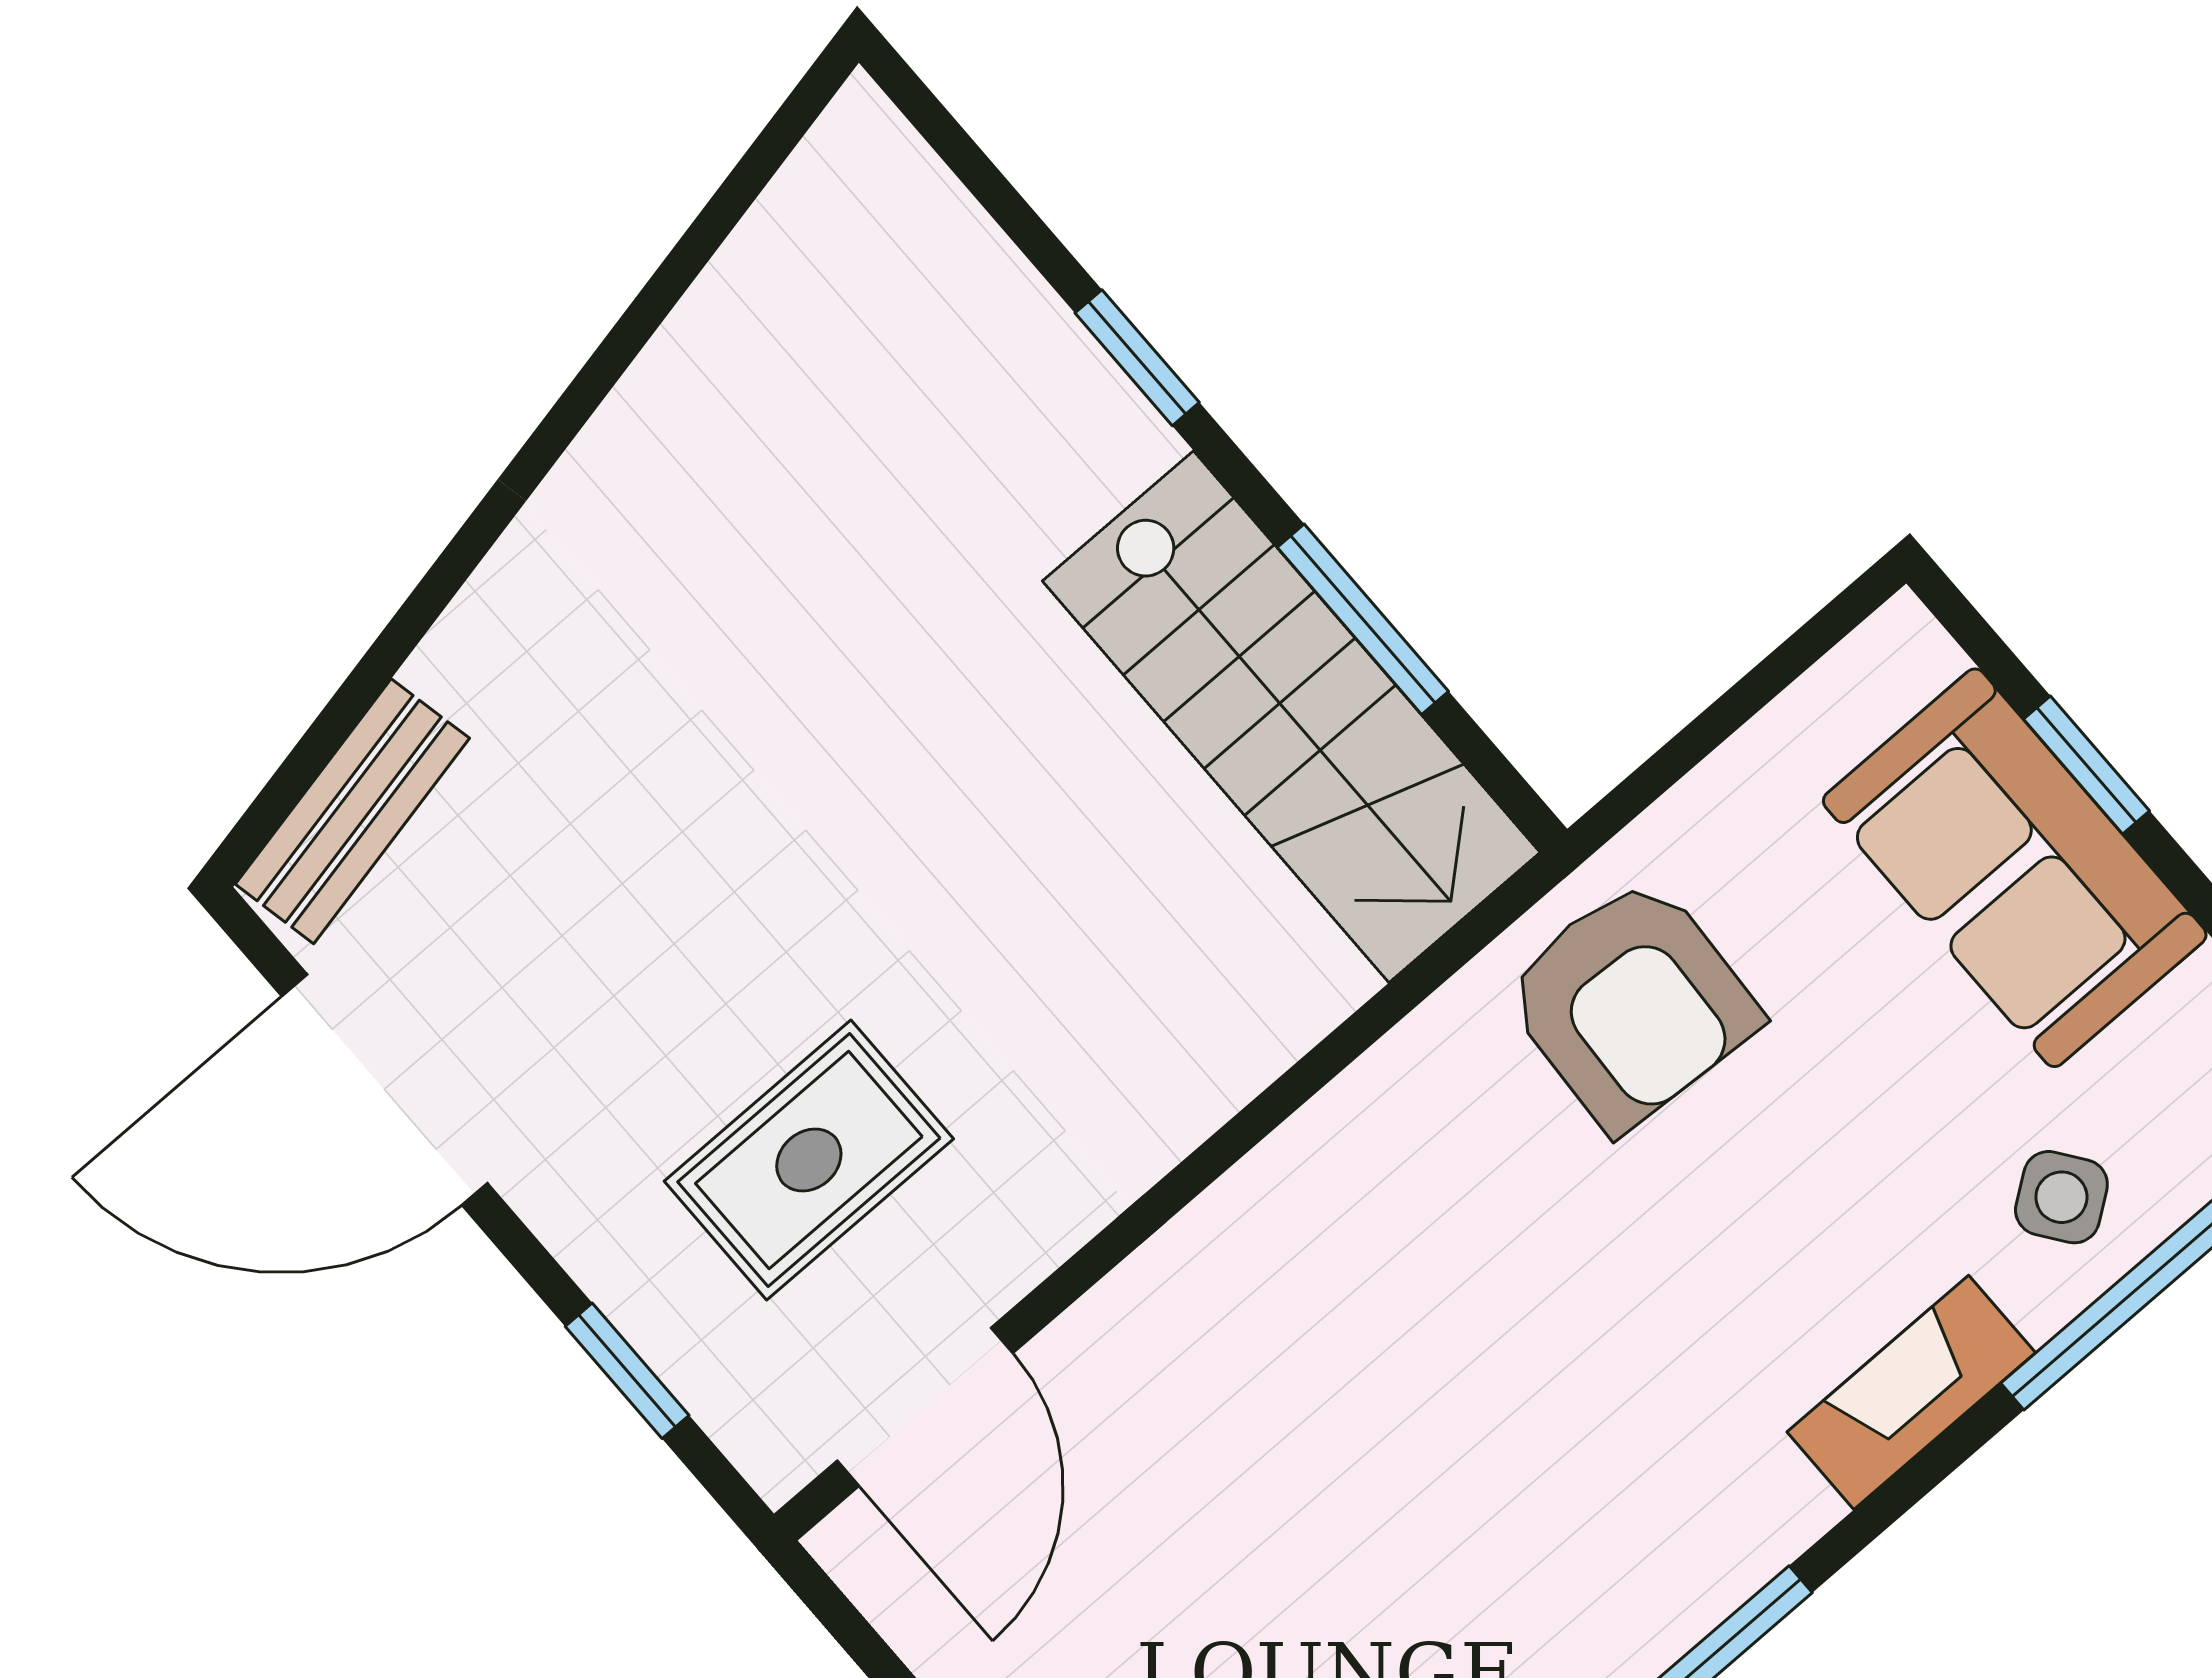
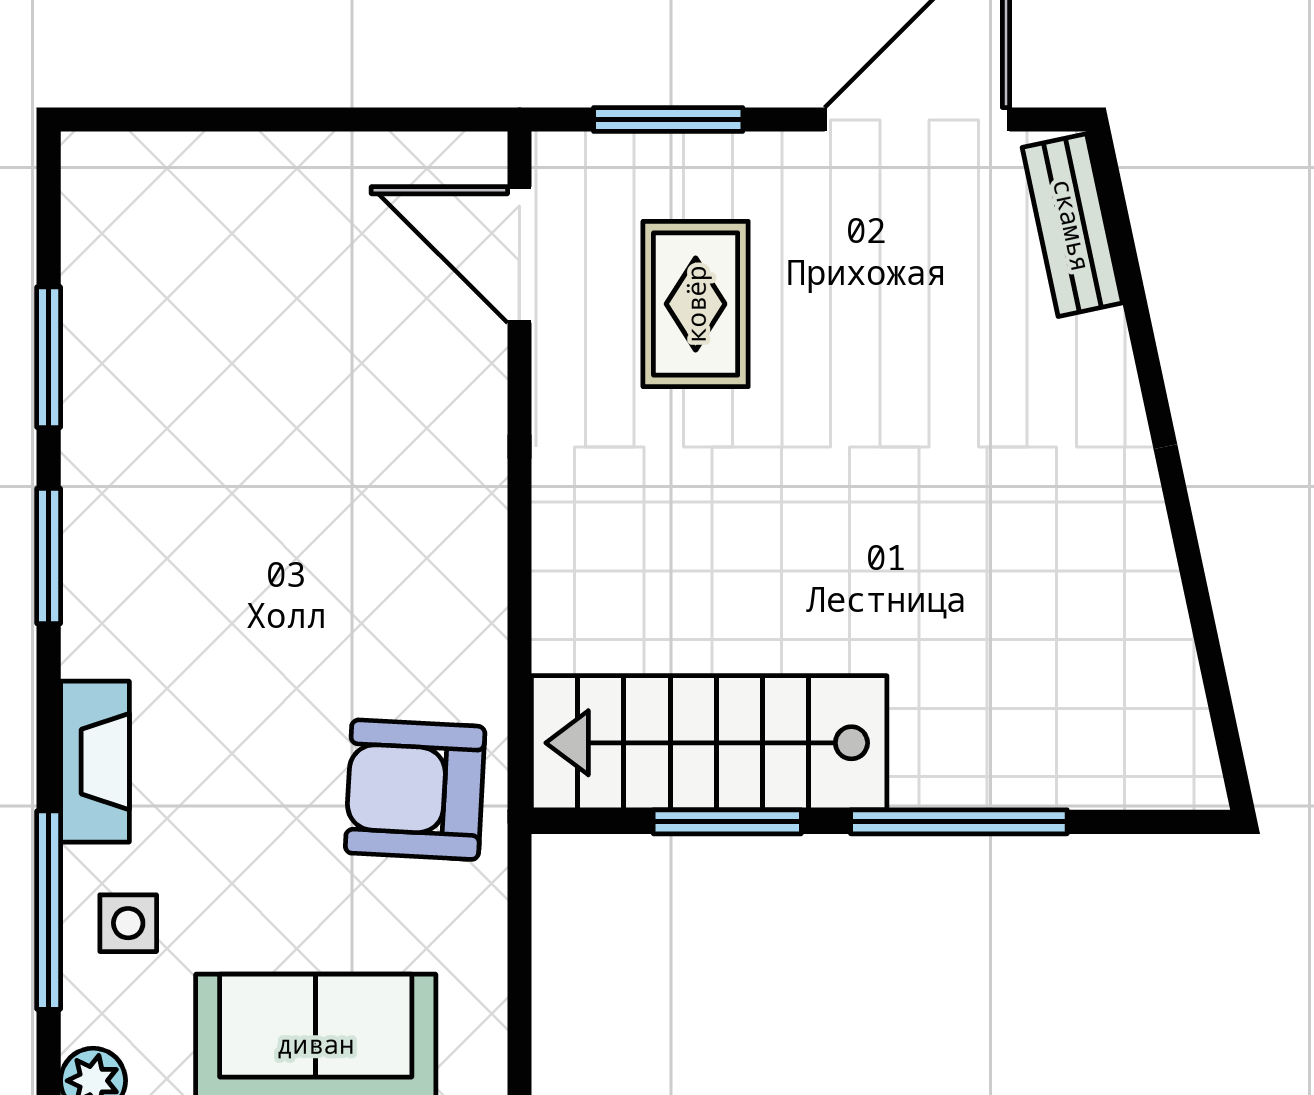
window: (1137, 358) -> (959, 822), width x2.17
side table: (2061, 1197) -> (128, 923), turned 36
window: (627, 1371) -> (668, 120), width x1.50

